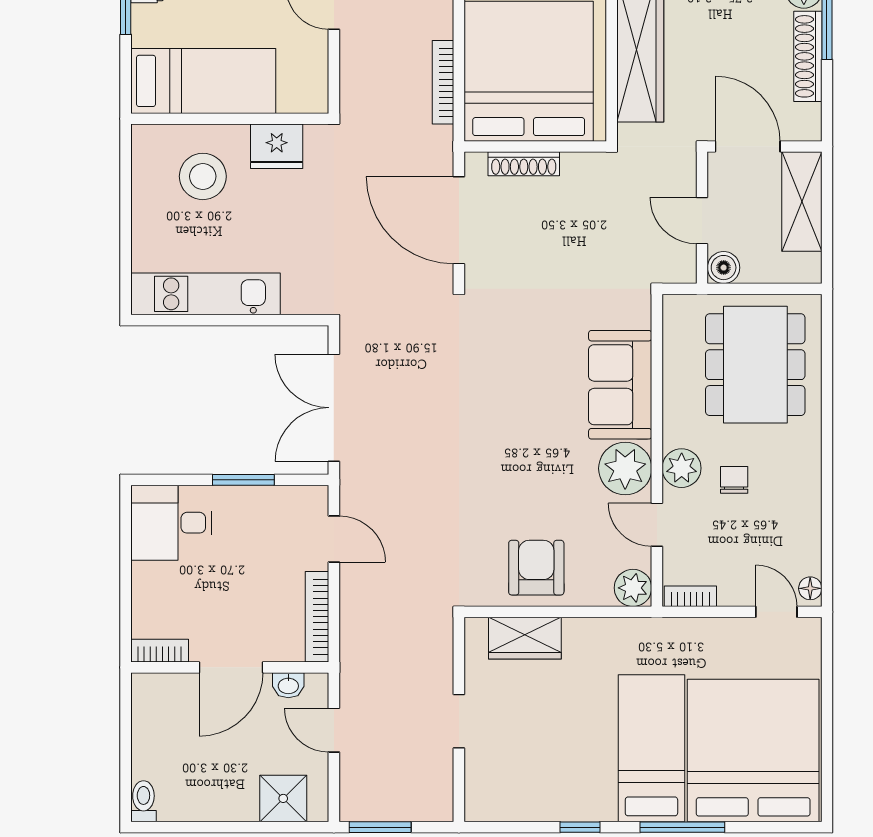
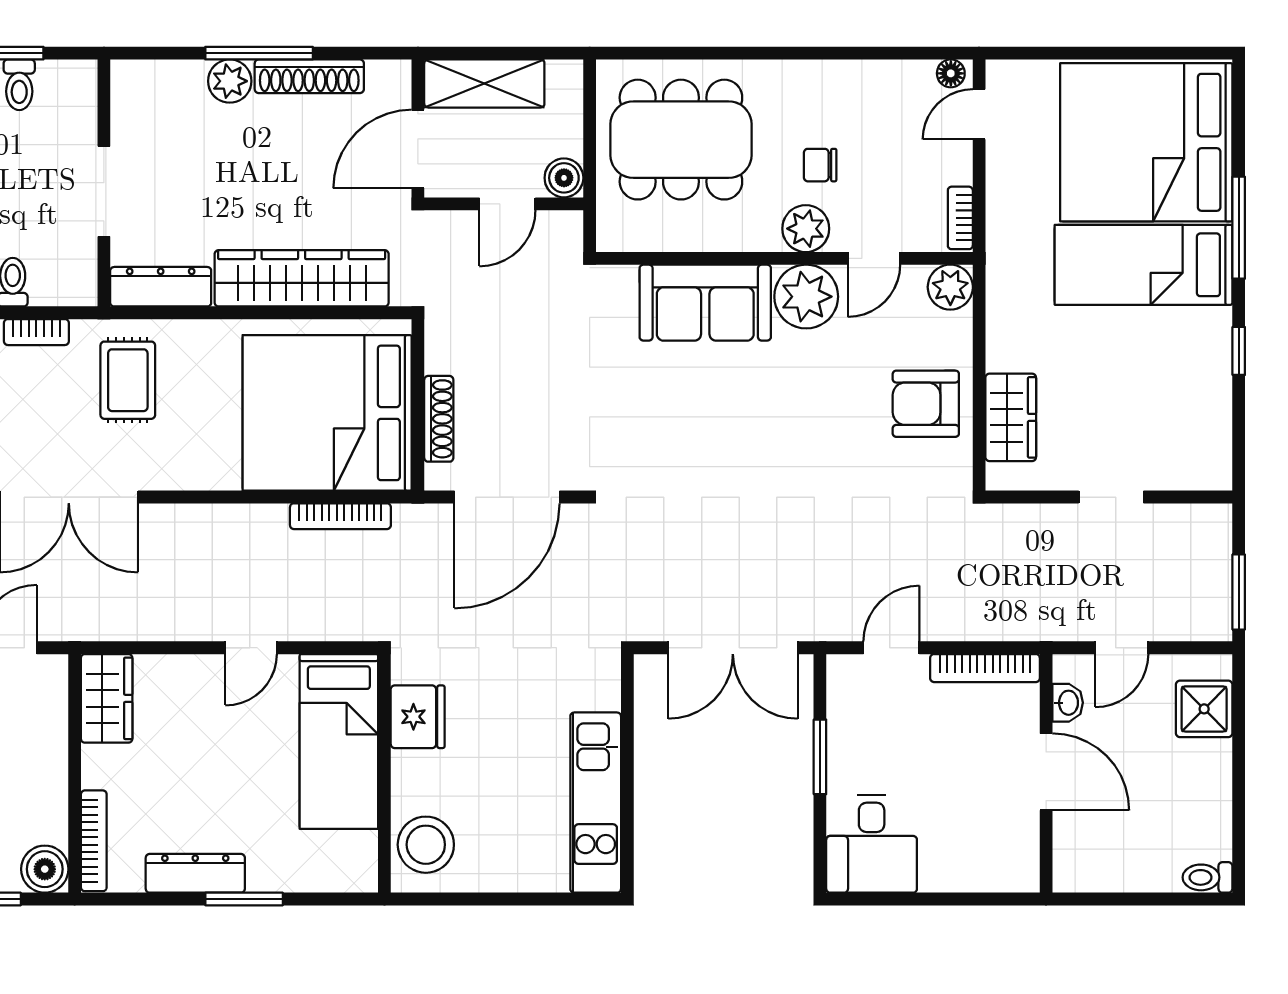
bed: (203, 81) -> (339, 741), moved, turned 180
stool: (203, 176) -> (426, 845), moved
bookcase: (160, 651) -> (1026, 858), removed

